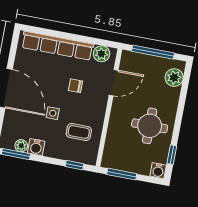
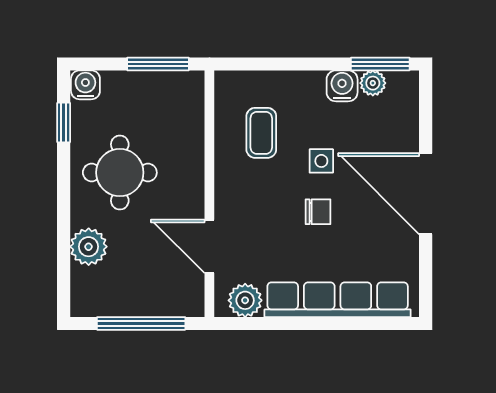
plant: (174, 78) -> (89, 247), moved
door: (114, 83) -> (209, 246), hinge flipped
chair: (76, 86) -> (318, 212), moved
coffee table: (79, 132) -> (261, 133), turned 90
window: (74, 165) -> (257, 64), removed

